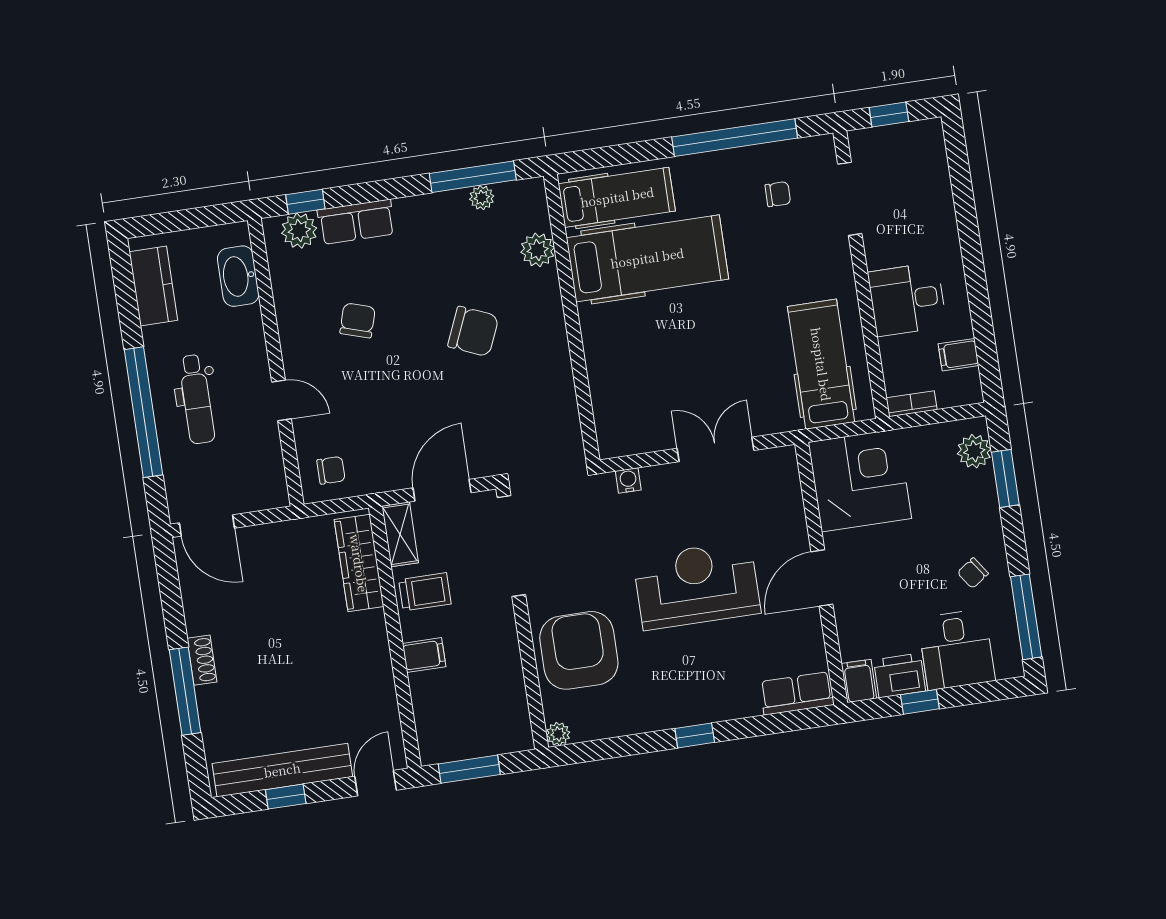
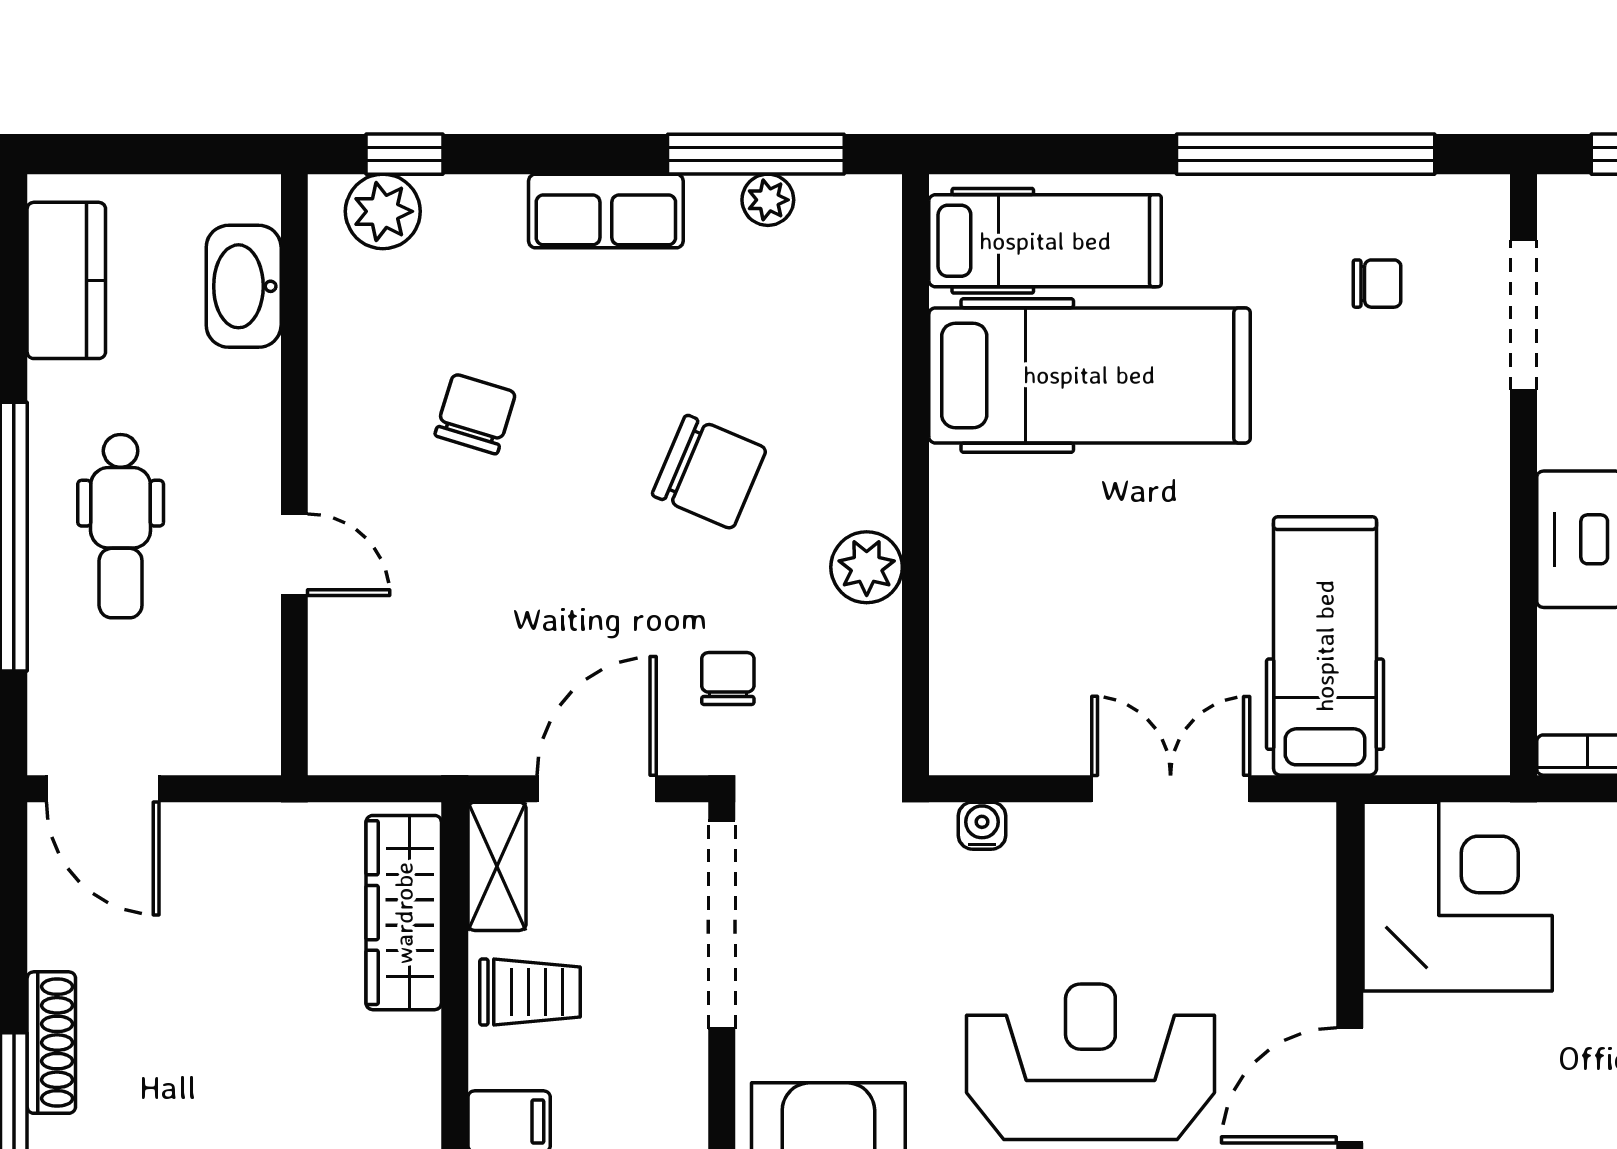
row of seats: (356, 222) -> (606, 211), moved
plant: (538, 250) -> (867, 567), moved
hospital bed: (821, 364) -> (1325, 646), moved
chair: (331, 470) -> (728, 679), moved, turned -90
shoe rack: (202, 660) -> (51, 1043), width x1.43

